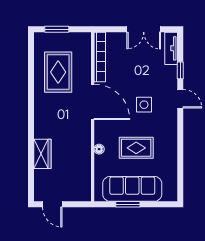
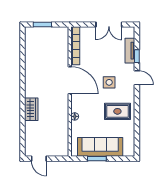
tv unit: (171, 48) -> (130, 51), moved
rug: (58, 72) -> (43, 57), removed
rug: (136, 148) -> (117, 111), moved
wardrobe: (42, 154) -> (31, 109), moved

